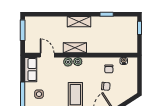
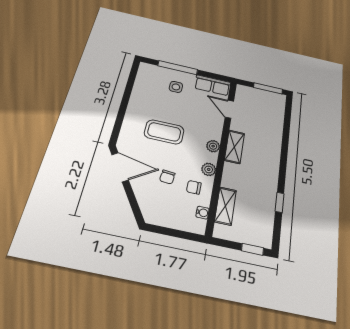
shelving: (79, 22) -> (226, 206), moved
door: (47, 55) -> (229, 109), swing flipped
plant: (68, 62) -> (209, 169), moved

